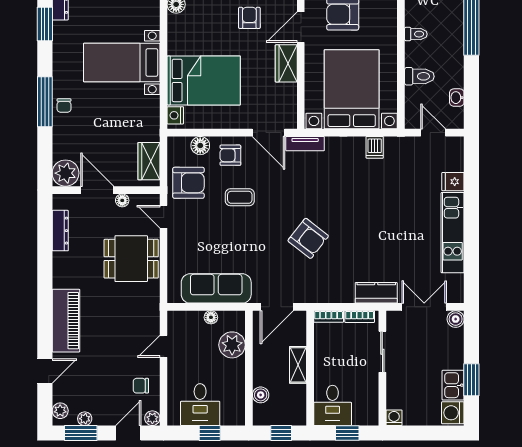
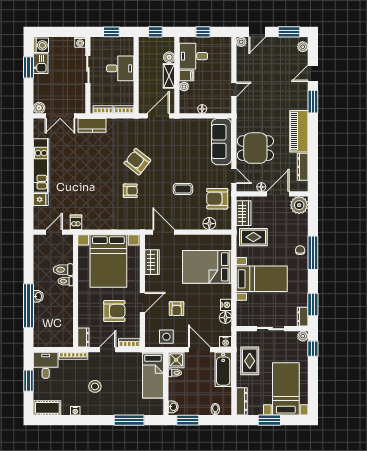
toilet: (416, 34) -> (66, 281), moved
wardrobe: (286, 63) -> (152, 262), moved
washbasin: (457, 98) -> (38, 296), moved
nightstand: (175, 115) -> (226, 305), moved
rug: (134, 125) -> (253, 237), added
door: (433, 133) -> (54, 232), swing flipped
tv unit: (305, 144) -> (139, 225), removed
dishwasher: (375, 147) -> (76, 222), moved
armchair: (230, 155) -> (130, 191), moved
door: (97, 190) -> (278, 194), swing flipped
sofa: (216, 288) -> (221, 142), moved, turned 90
piano: (66, 321) -> (299, 131), moved
window: (45, 328) -> (313, 102), added
plant: (232, 345) -> (184, 87), width x0.53, depth x0.53
sliding door: (382, 352) -> (88, 69), moved
shelving: (298, 365) -> (169, 76), moved
filing cabinet: (234, 368) -> (187, 75), added
chair: (141, 386) -> (249, 63), removed
desk: (200, 405) -> (193, 56), moved, turned -90
desk: (333, 405) -> (120, 68), moved, turned 90
plant: (85, 419) -> (286, 41), removed

